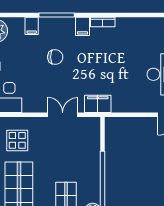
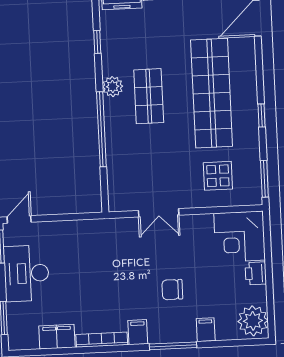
bookcase: (103, 22) -> (102, 340), width x1.56
filing cabinet: (98, 104) -> (57, 337), moved, turned 180

